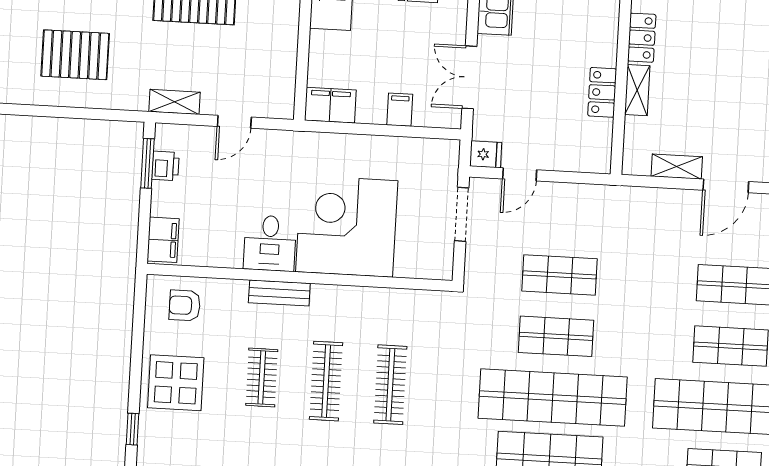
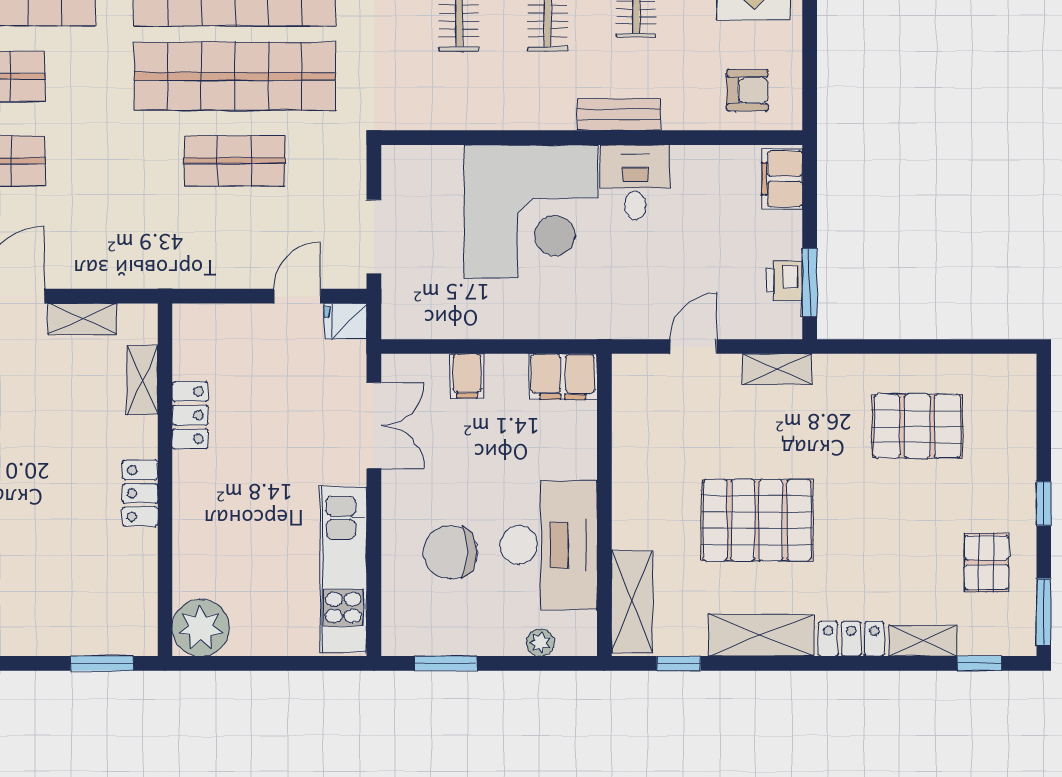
shelving: (637, 90) -> (142, 380), moved
shop shelf: (556, 336) -> (235, 76), width x2.00, depth x1.36

